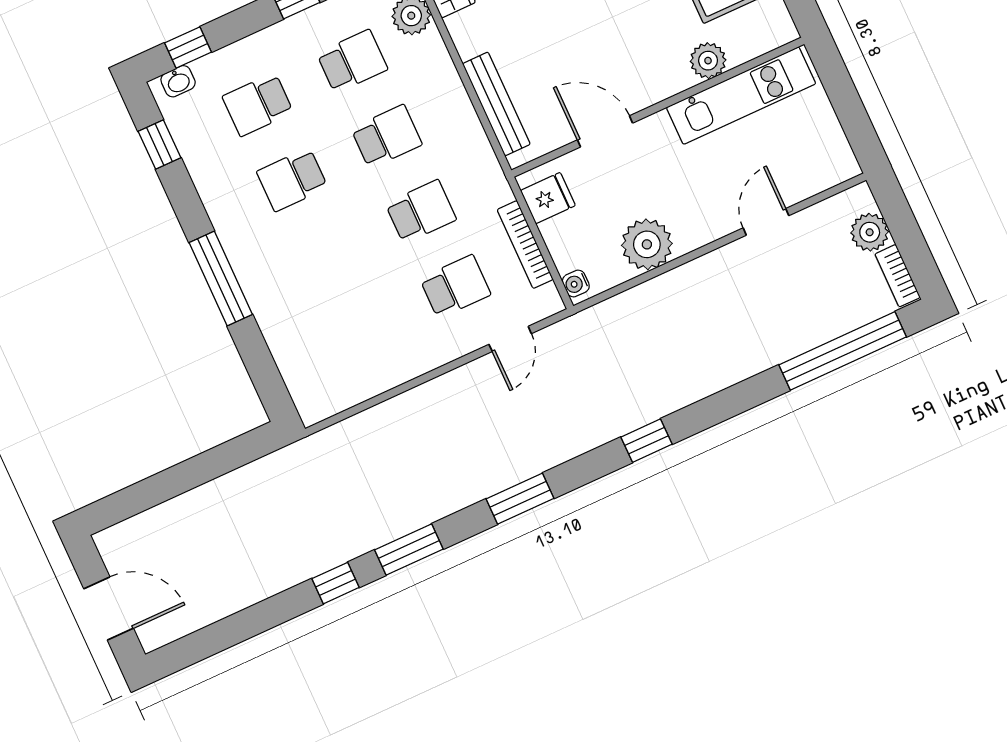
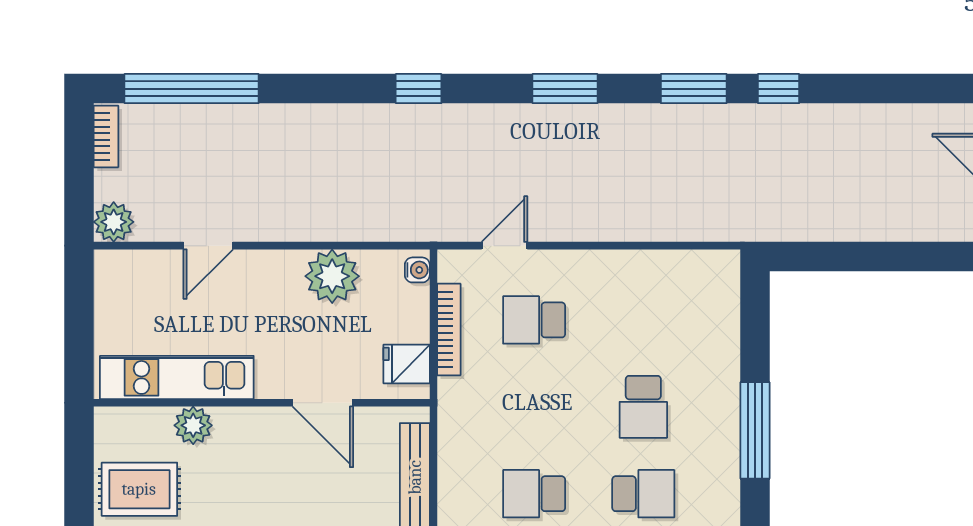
school desk: (421, 211) -> (643, 407), moved, turned -90
plant: (870, 232) -> (114, 222), moved

